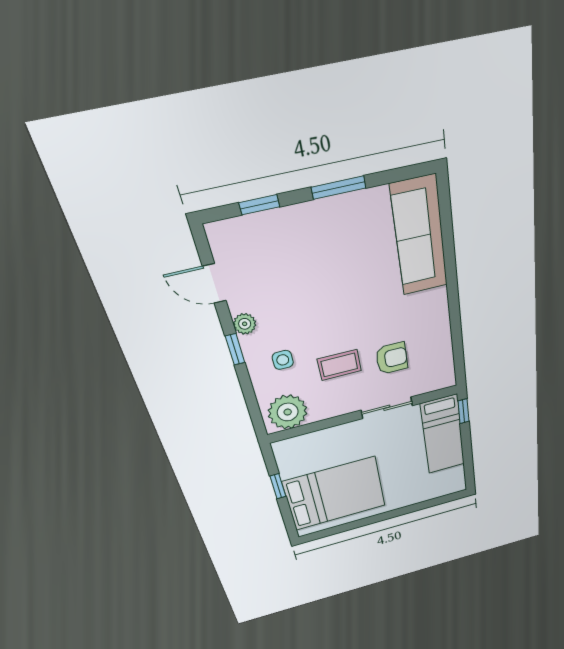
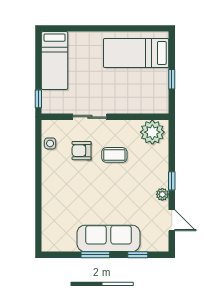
sofa: (420, 236) -> (109, 238), moved, turned -90
side table: (283, 360) -> (50, 143), moved
bed: (443, 435) -> (55, 61), moved, turned 180
bed: (335, 494) -> (136, 53), width x0.67

